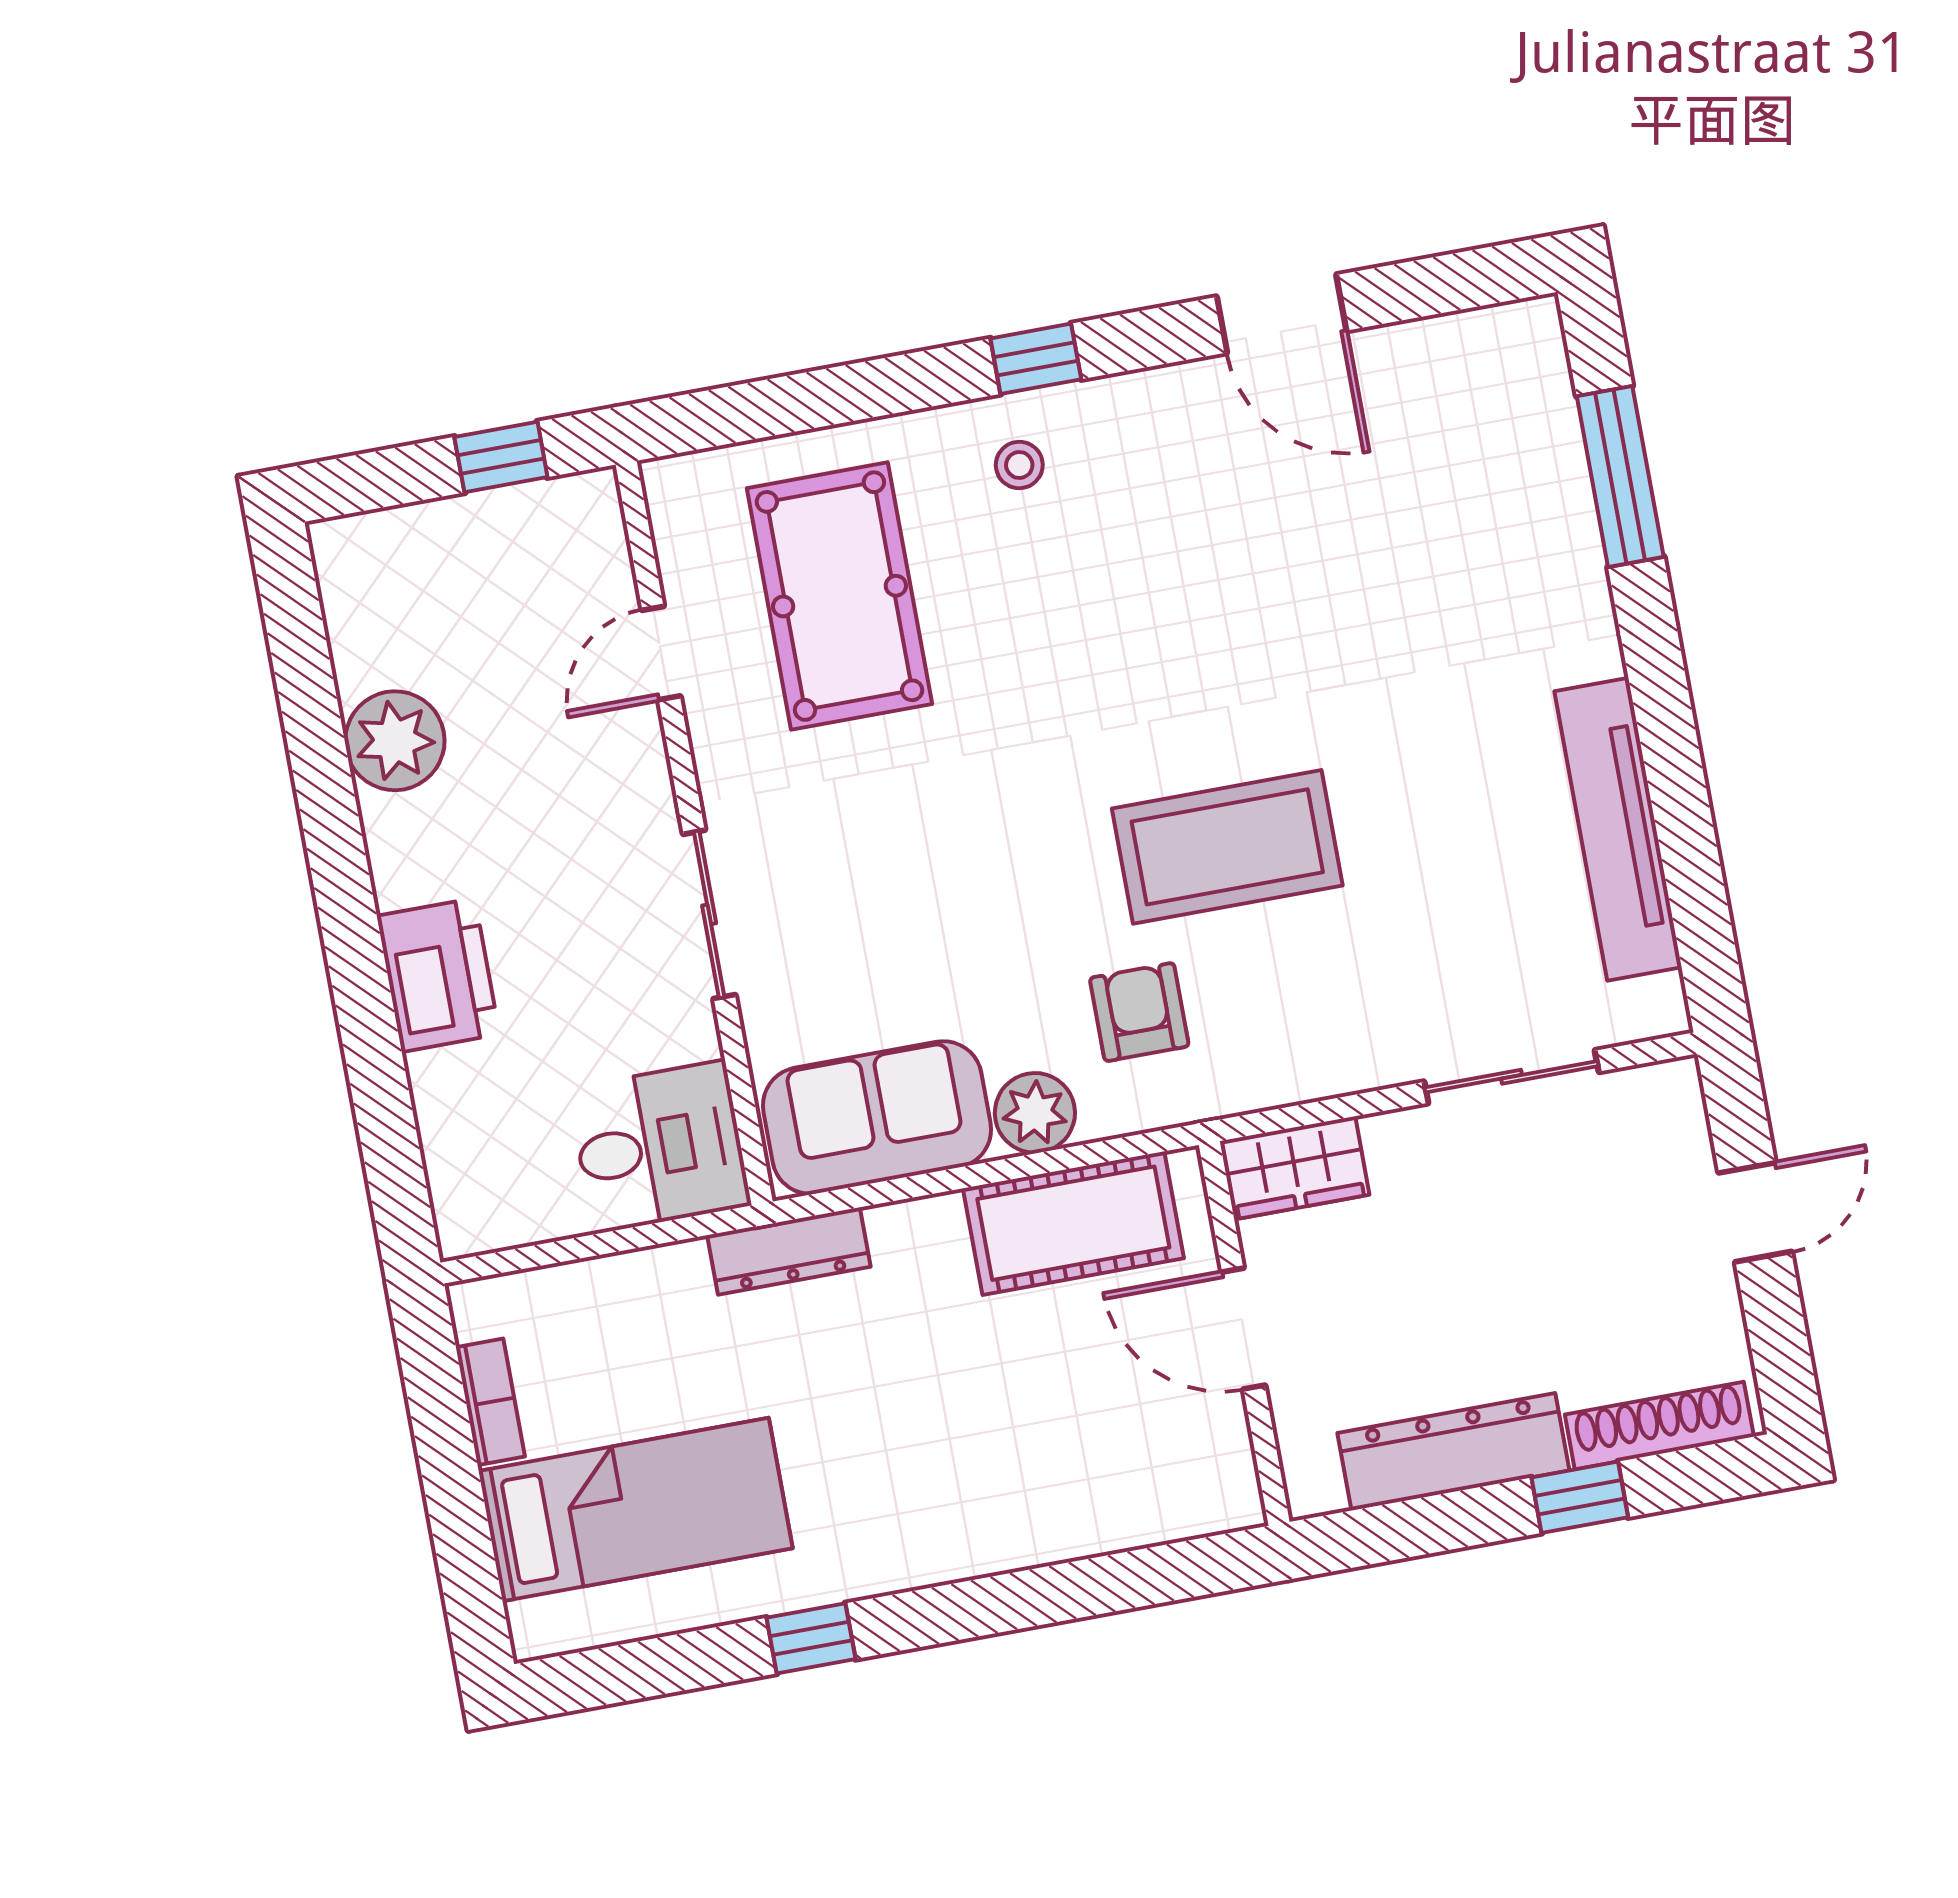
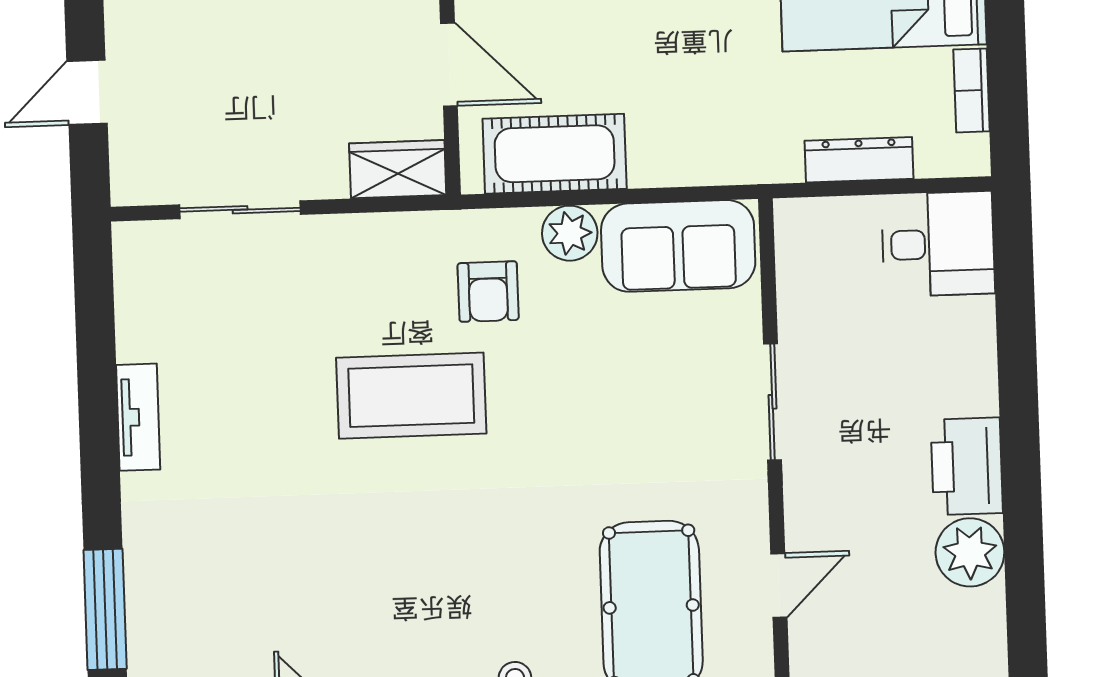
tv unit: (1618, 829) -> (138, 417), width x0.52, depth x0.78
printer: (438, 975) -> (967, 466), moved
desk: (660, 1147) -> (938, 244), moved, turned 180
dresser: (789, 1251) -> (859, 160), moved

